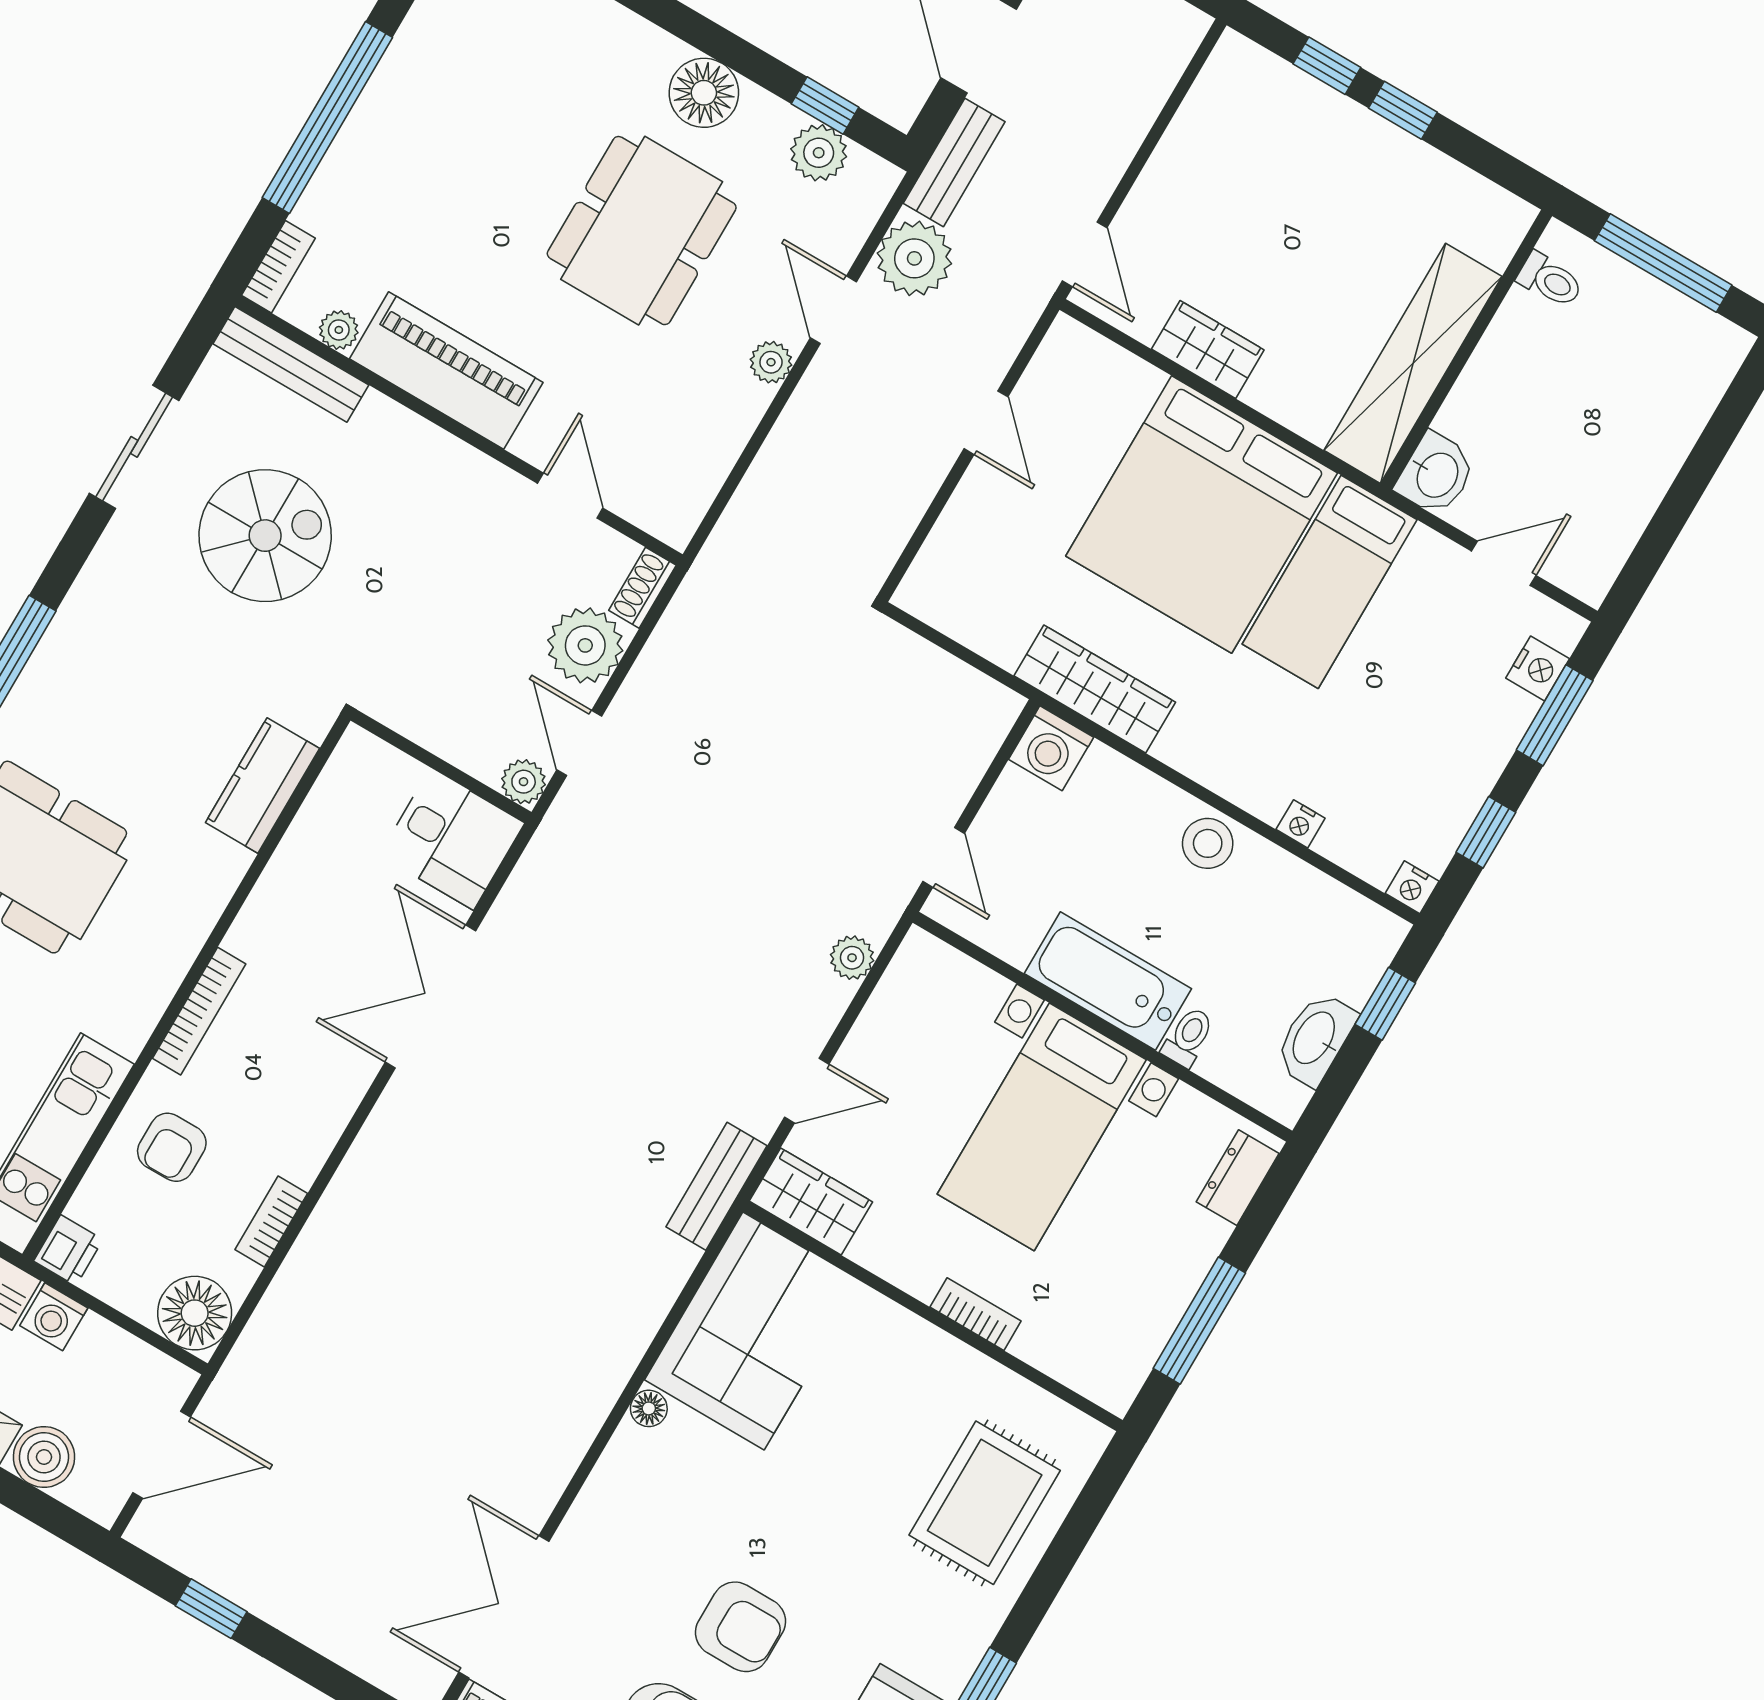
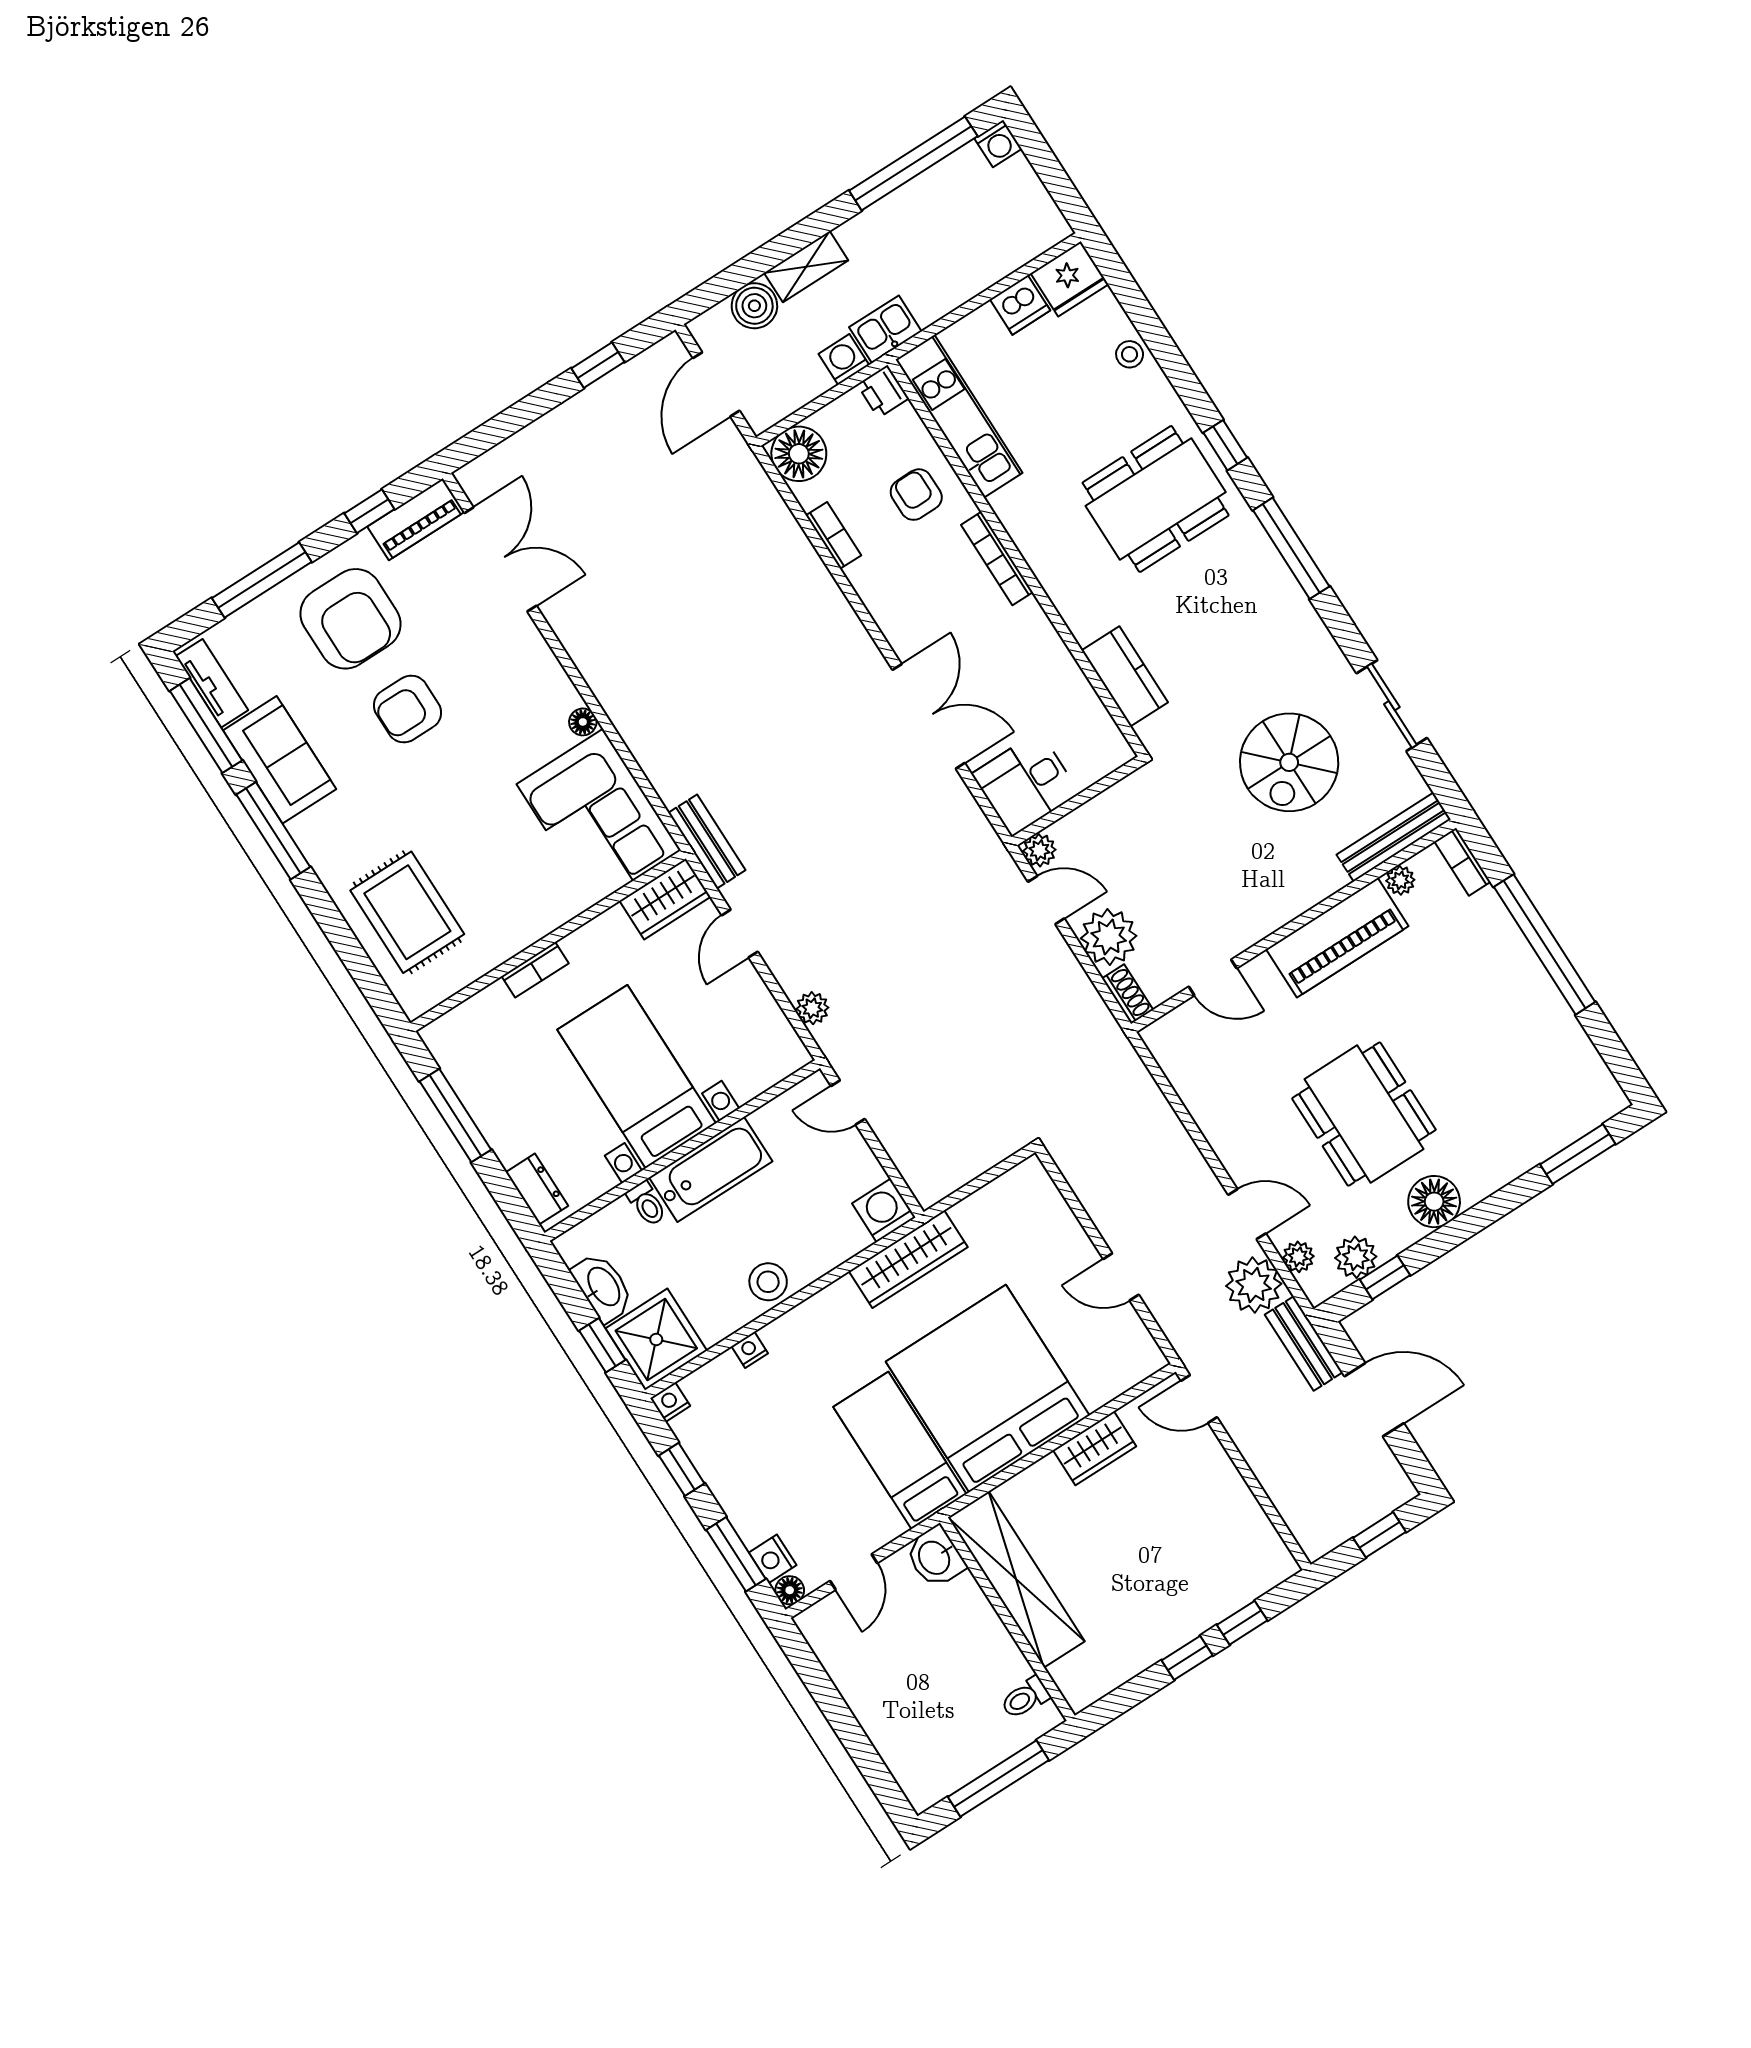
plant: (771, 362) -> (1298, 1257), moved
floor lamp: (1565, 629) -> (790, 1590), added
shower: (1345, 942) -> (656, 1339), added

